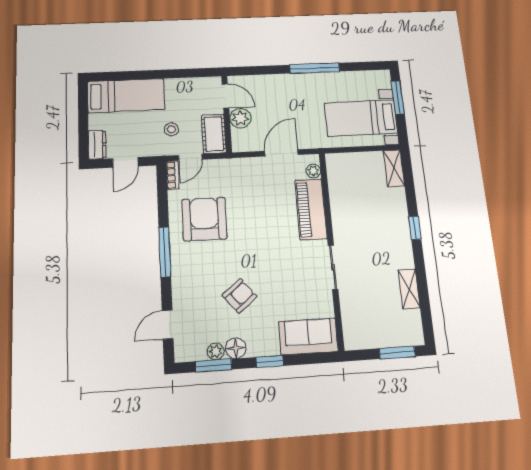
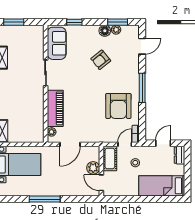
sofa: (308, 336) -> (57, 43), moved, turned -90
window: (270, 361) -> (74, 22), moved

